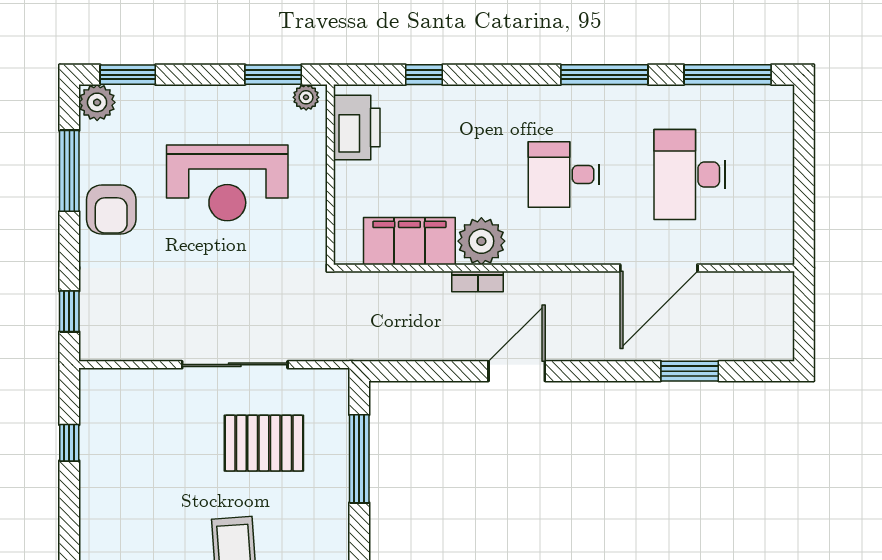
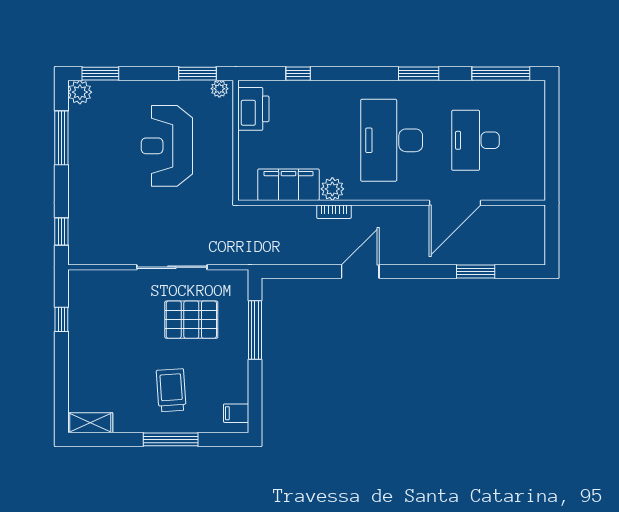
window: (604, 75) -> (419, 74), width x0.69
desk: (564, 175) -> (392, 140), width x1.87, depth x1.30
reception desk: (227, 183) -> (167, 146), turned 90
armchair: (111, 210) -> (89, 164), removed
plant: (481, 241) -> (332, 189), width x0.73, depth x0.73

